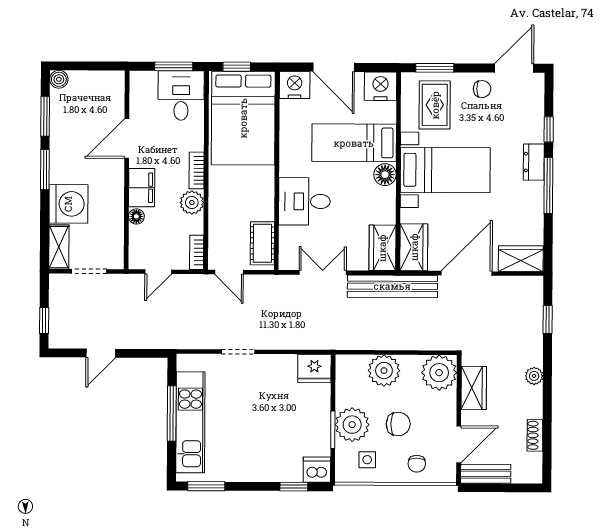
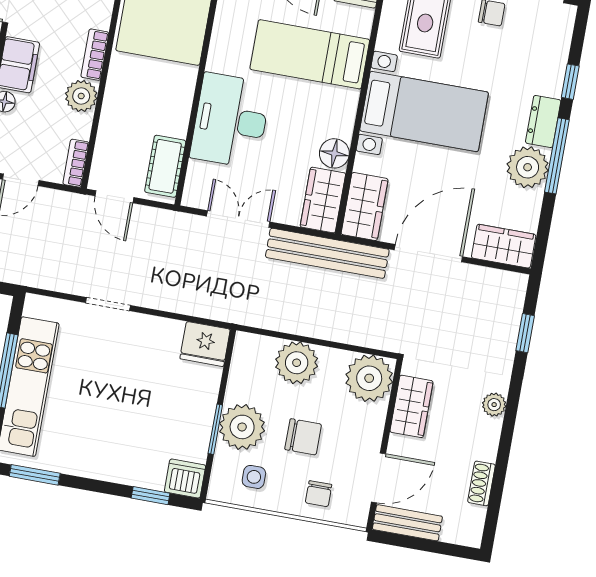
floor lamp: (385, 175) -> (334, 153), moved
plant: (528, 198) -> (528, 167), added
desk: (304, 201) -> (231, 121), width x1.37

